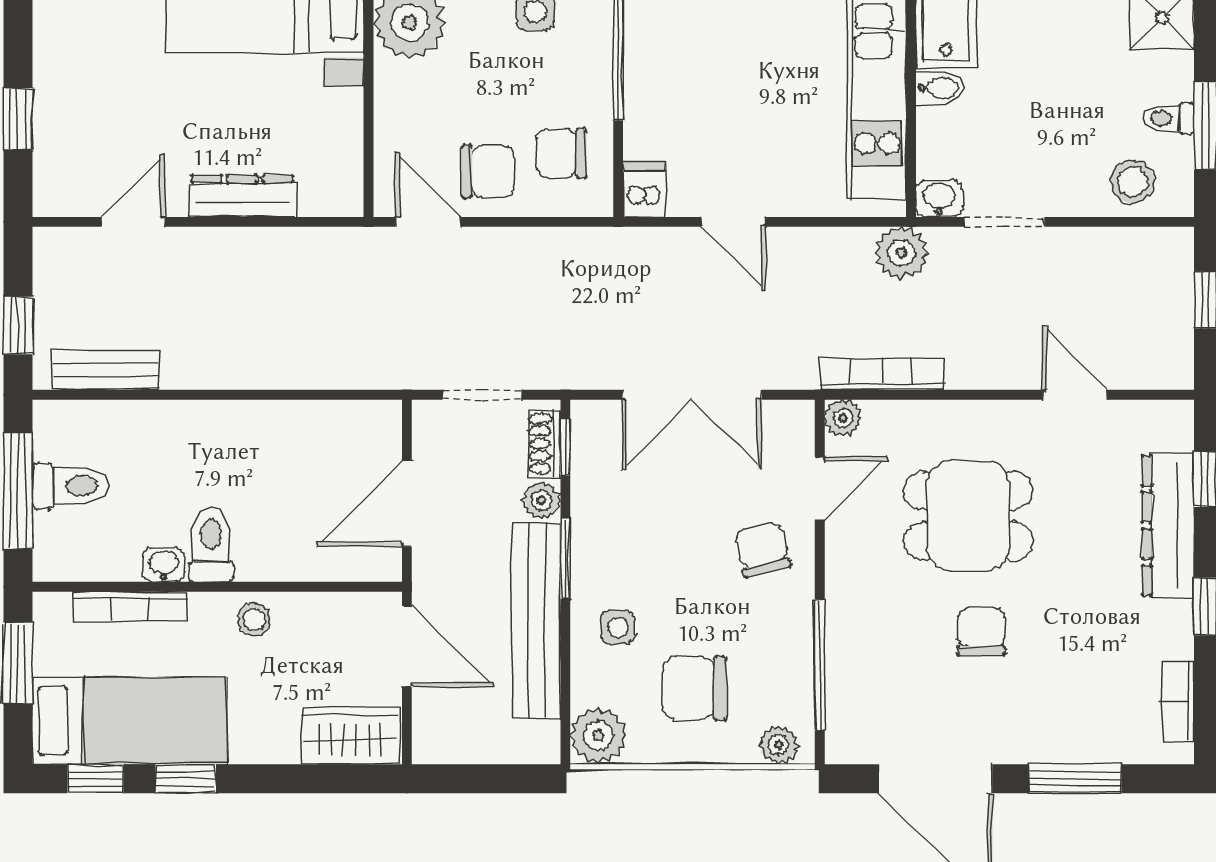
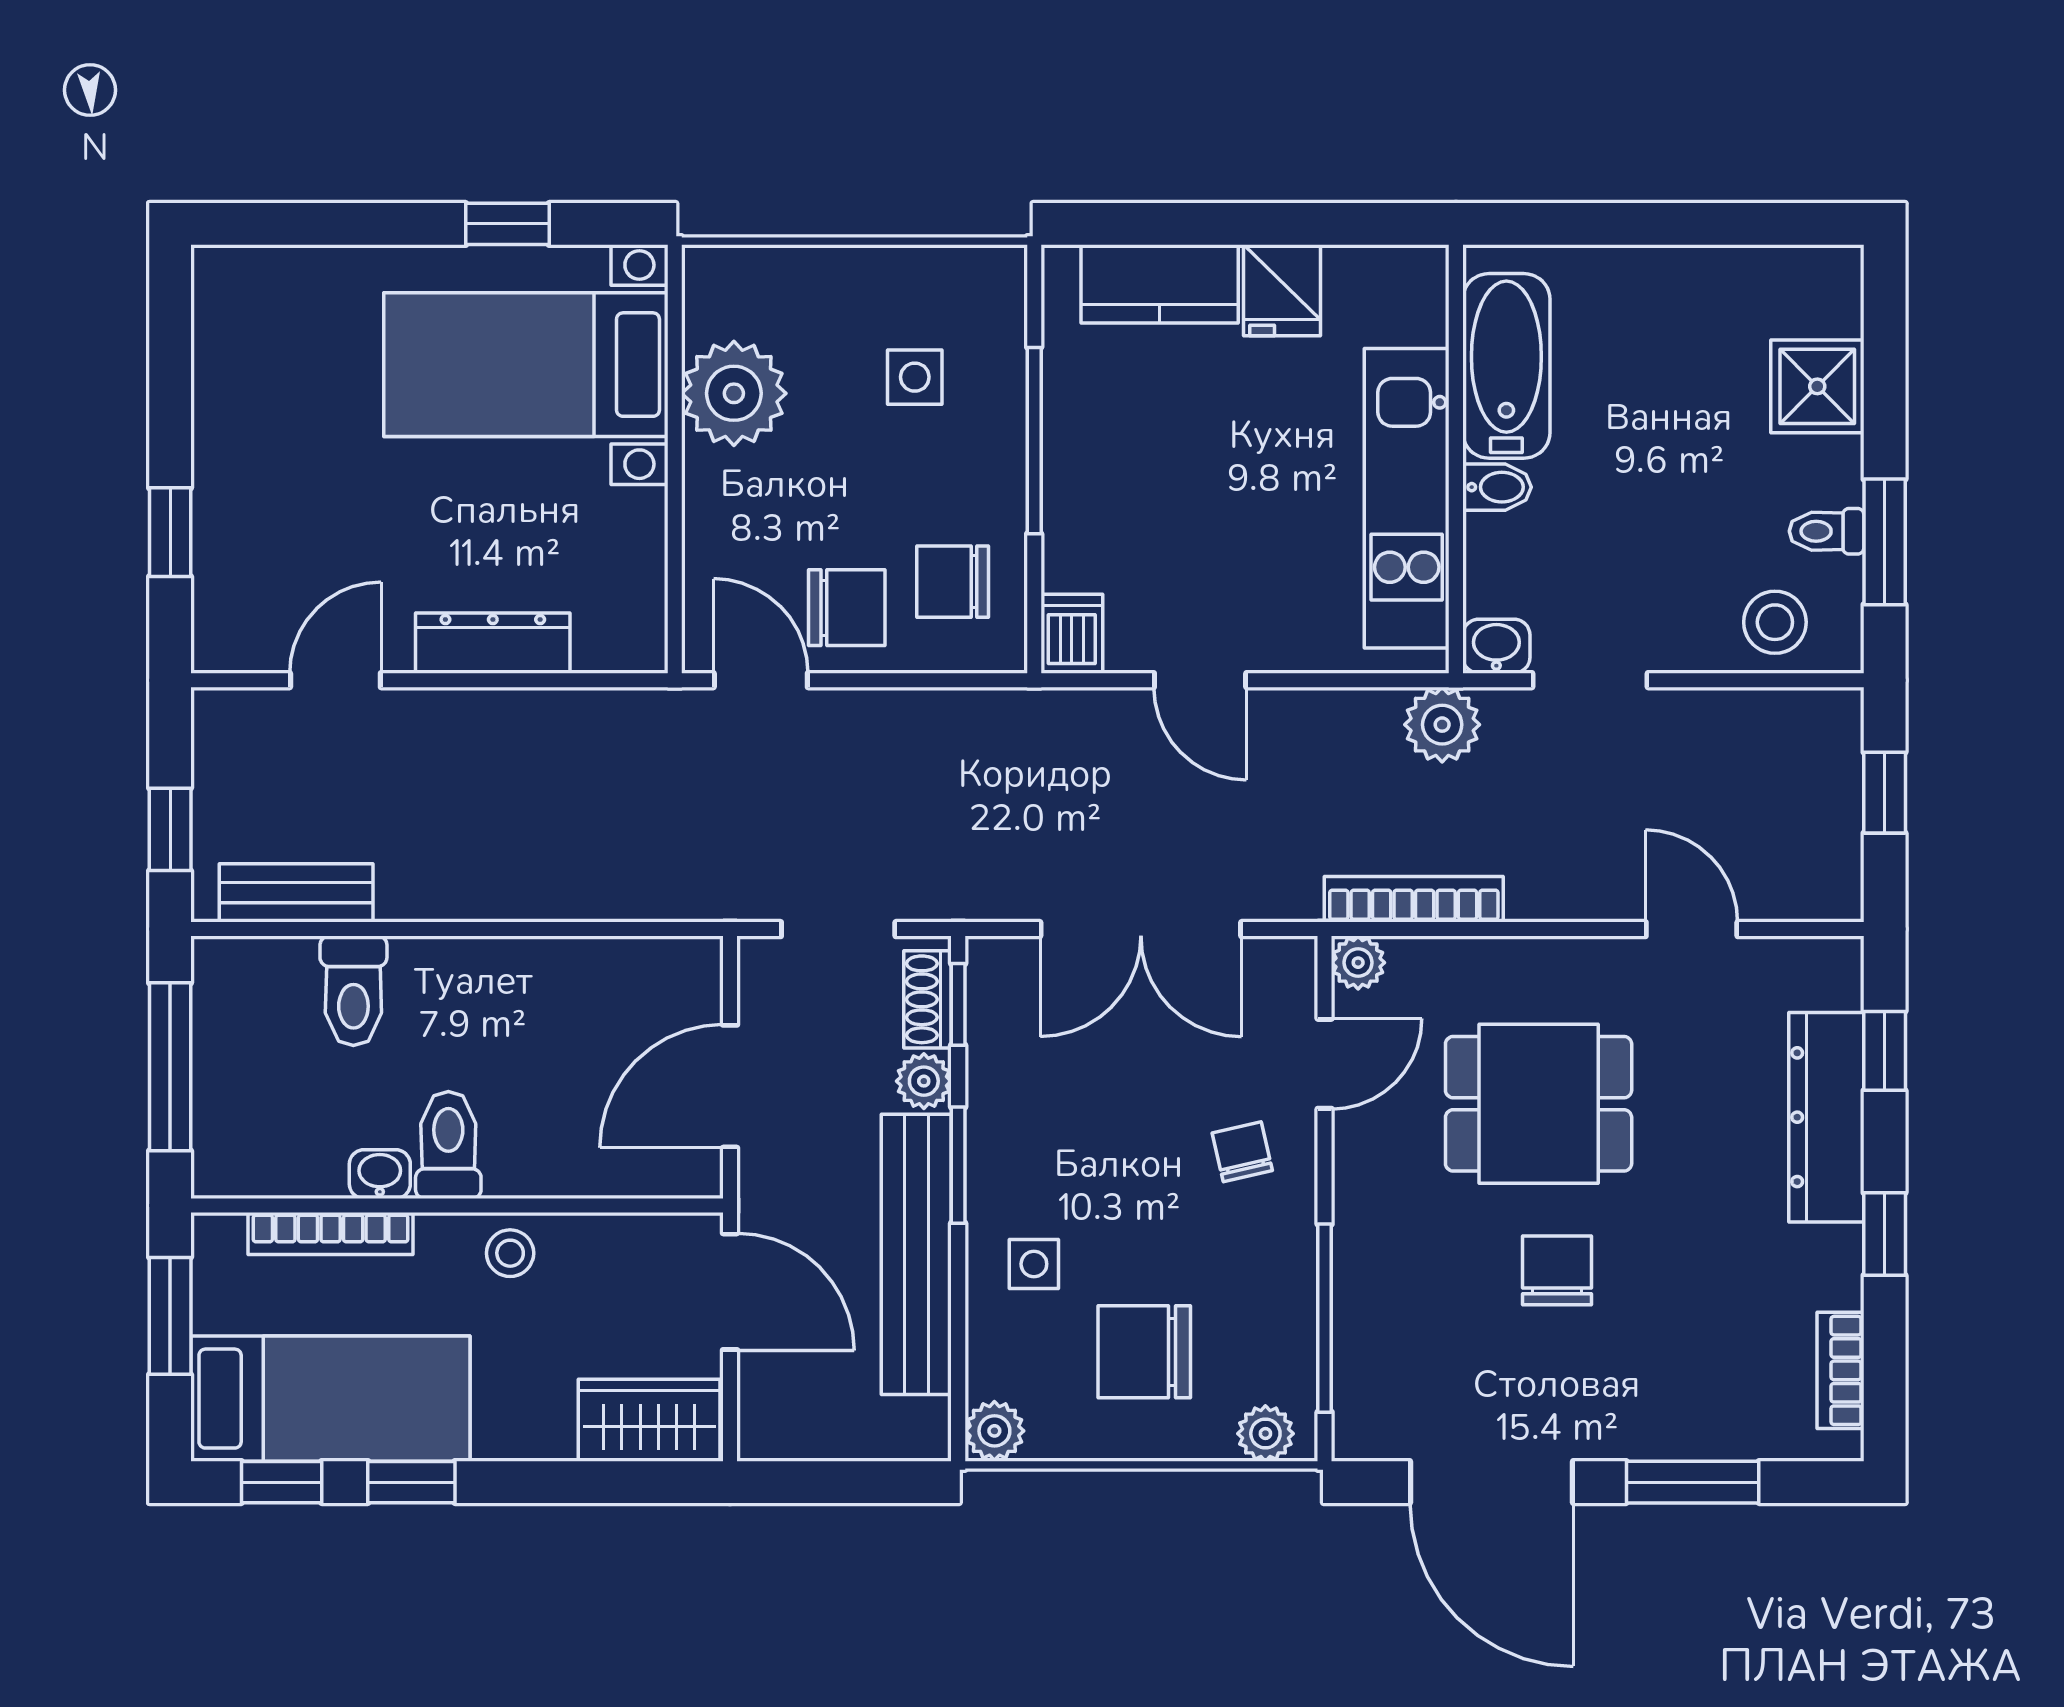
toilet: (71, 486) -> (353, 991), moved, turned 90
chair: (763, 549) -> (1242, 1152), width x0.73, depth x0.73
plant: (598, 736) -> (994, 1431), width x0.73, depth x0.73

